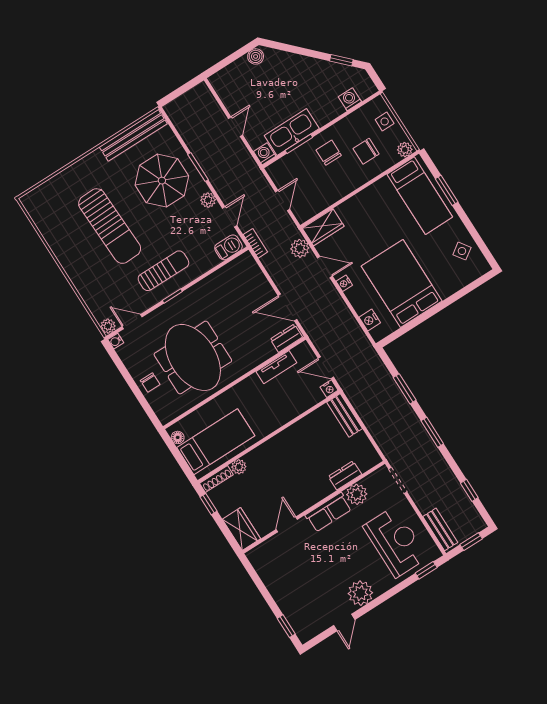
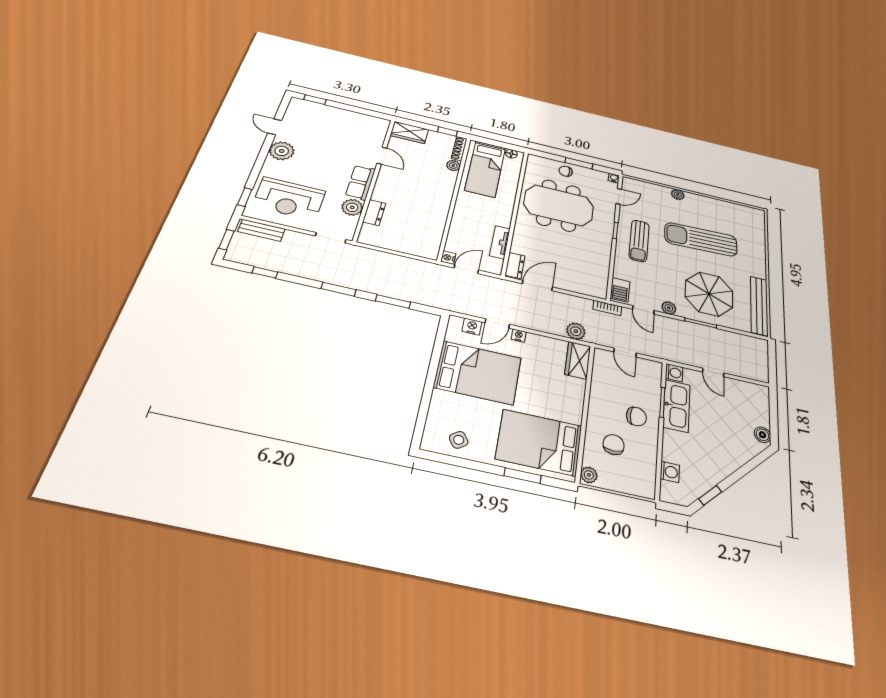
side table: (385, 121) -> (628, 481), removed
bed: (420, 196) -> (539, 442), width x1.50
door: (325, 267) -> (497, 323), moved
plant: (108, 326) -> (678, 195), moved
window: (129, 380) -> (579, 163), added
bench: (345, 415) -> (418, 249), removed

